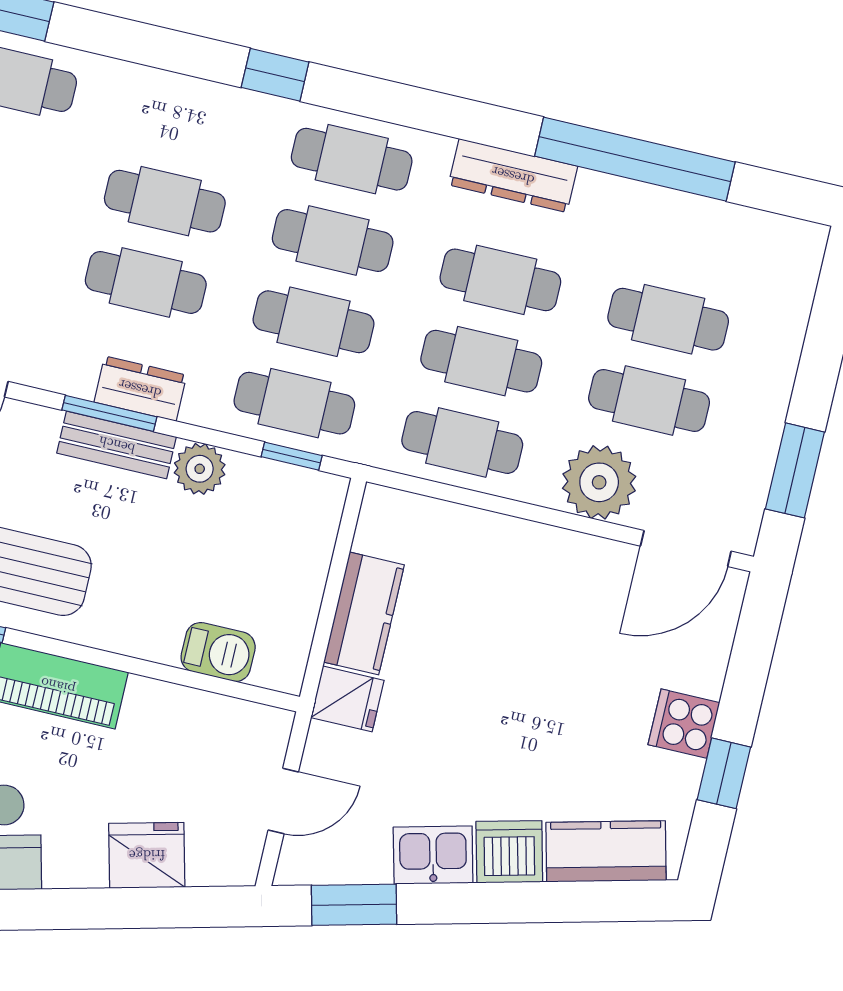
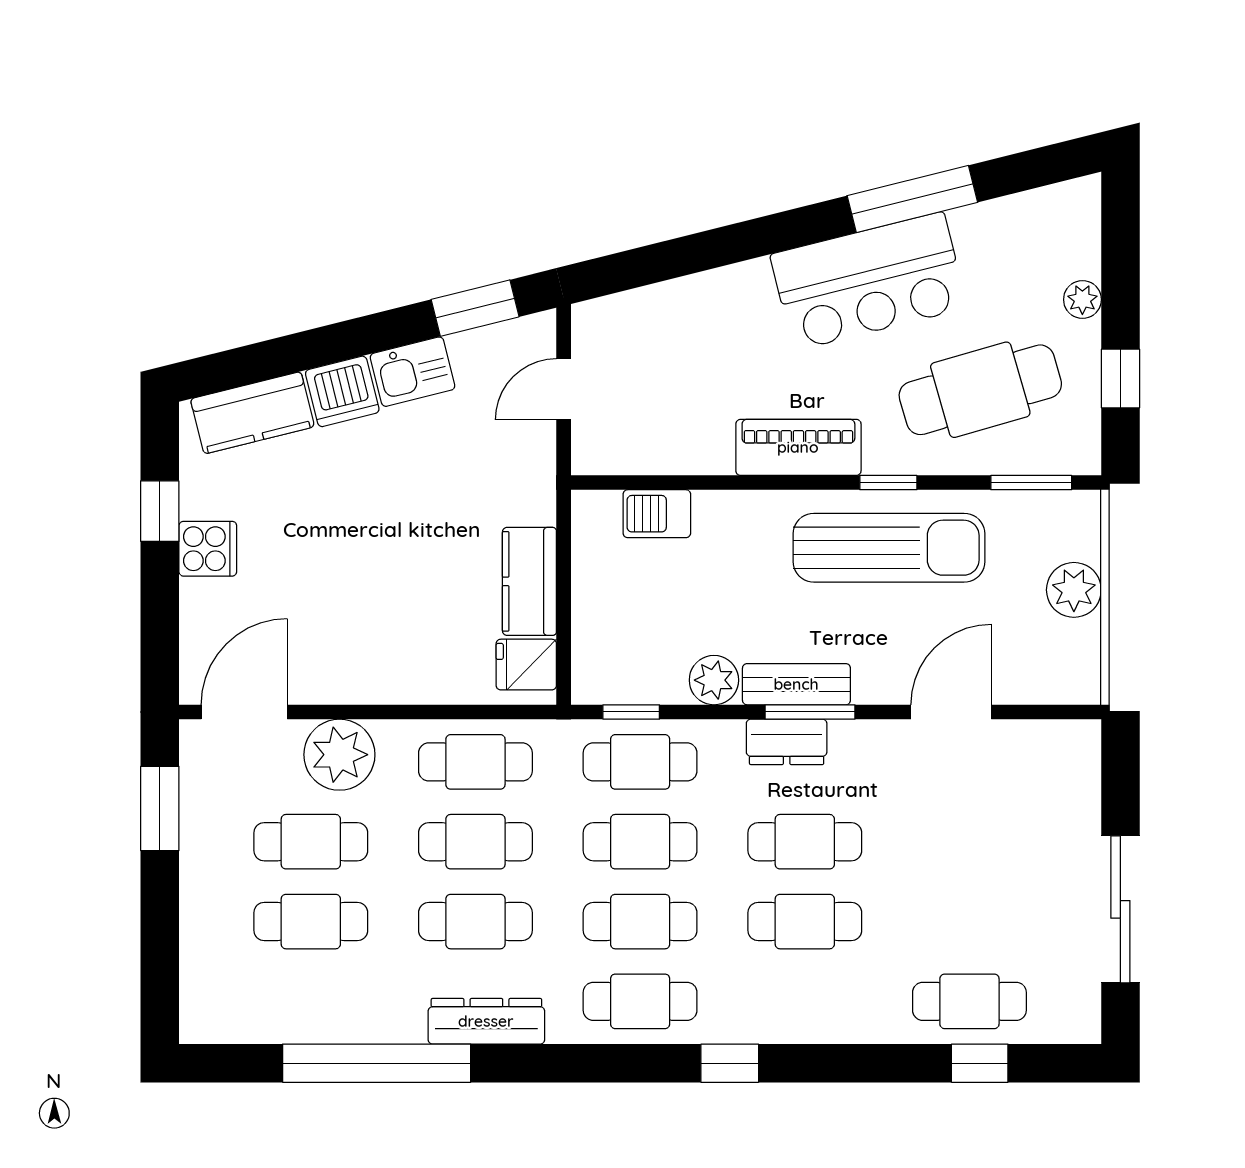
fridge: (347, 699) -> (526, 665), moved
fridge: (147, 855) -> (679, 309), removed

